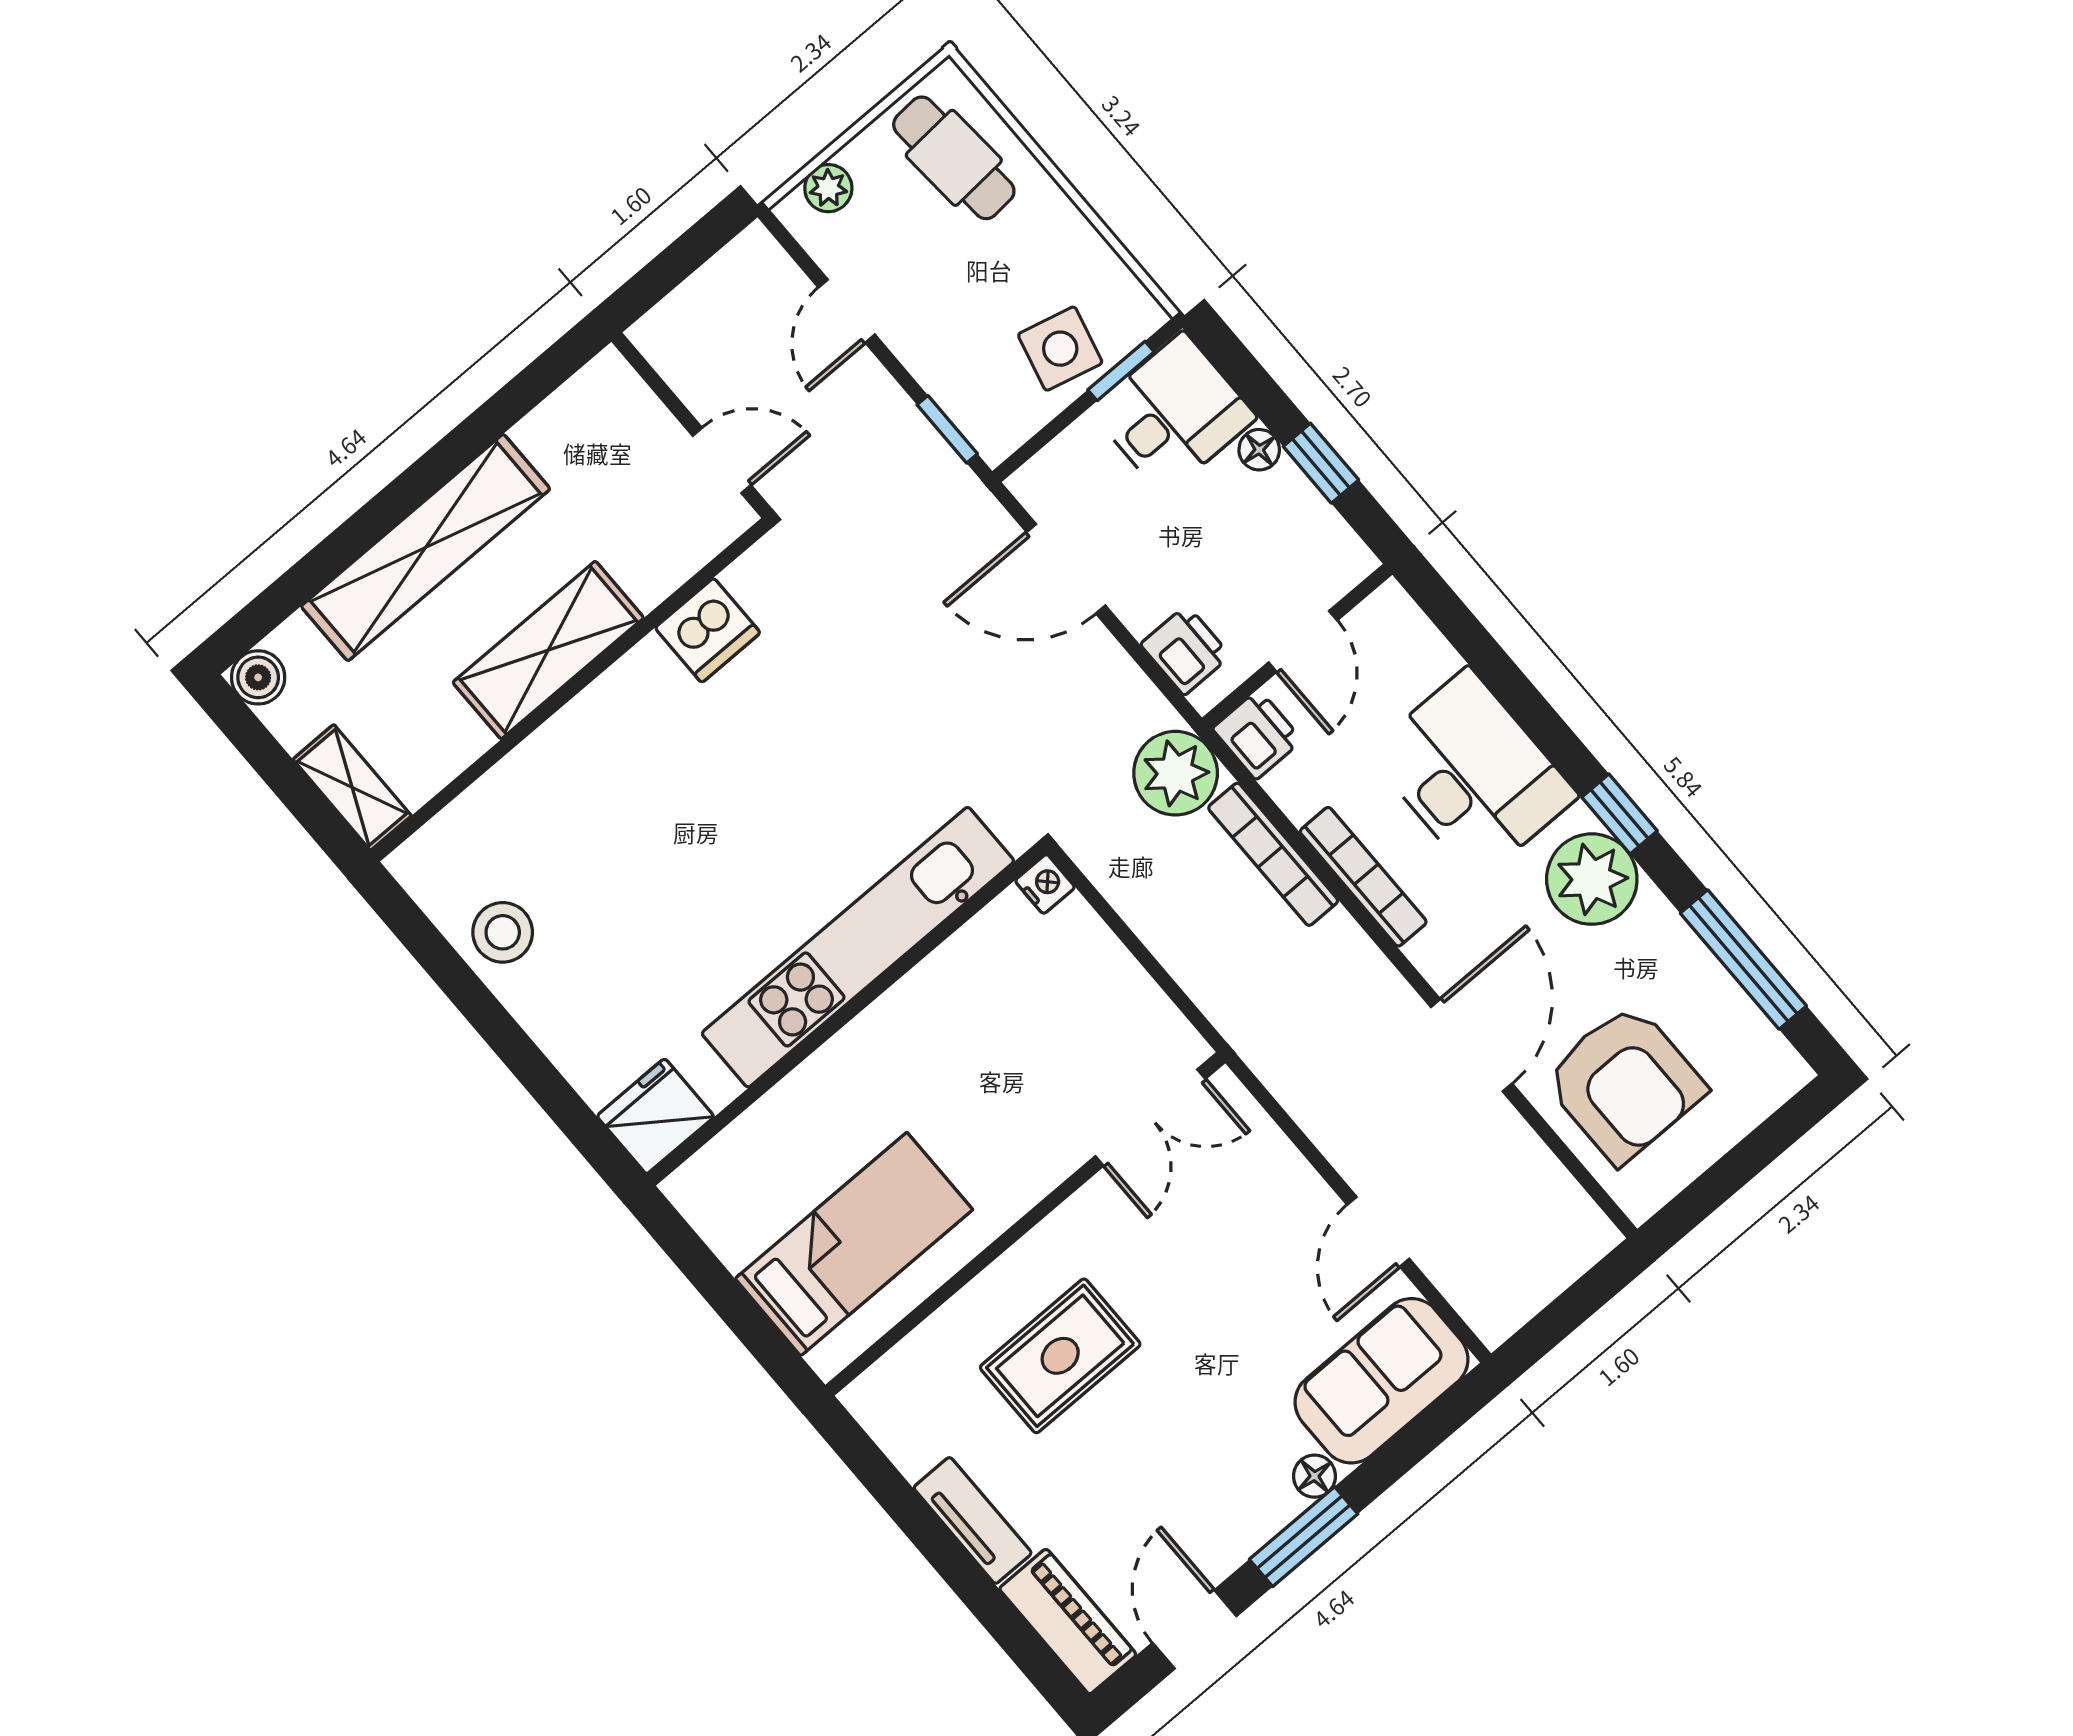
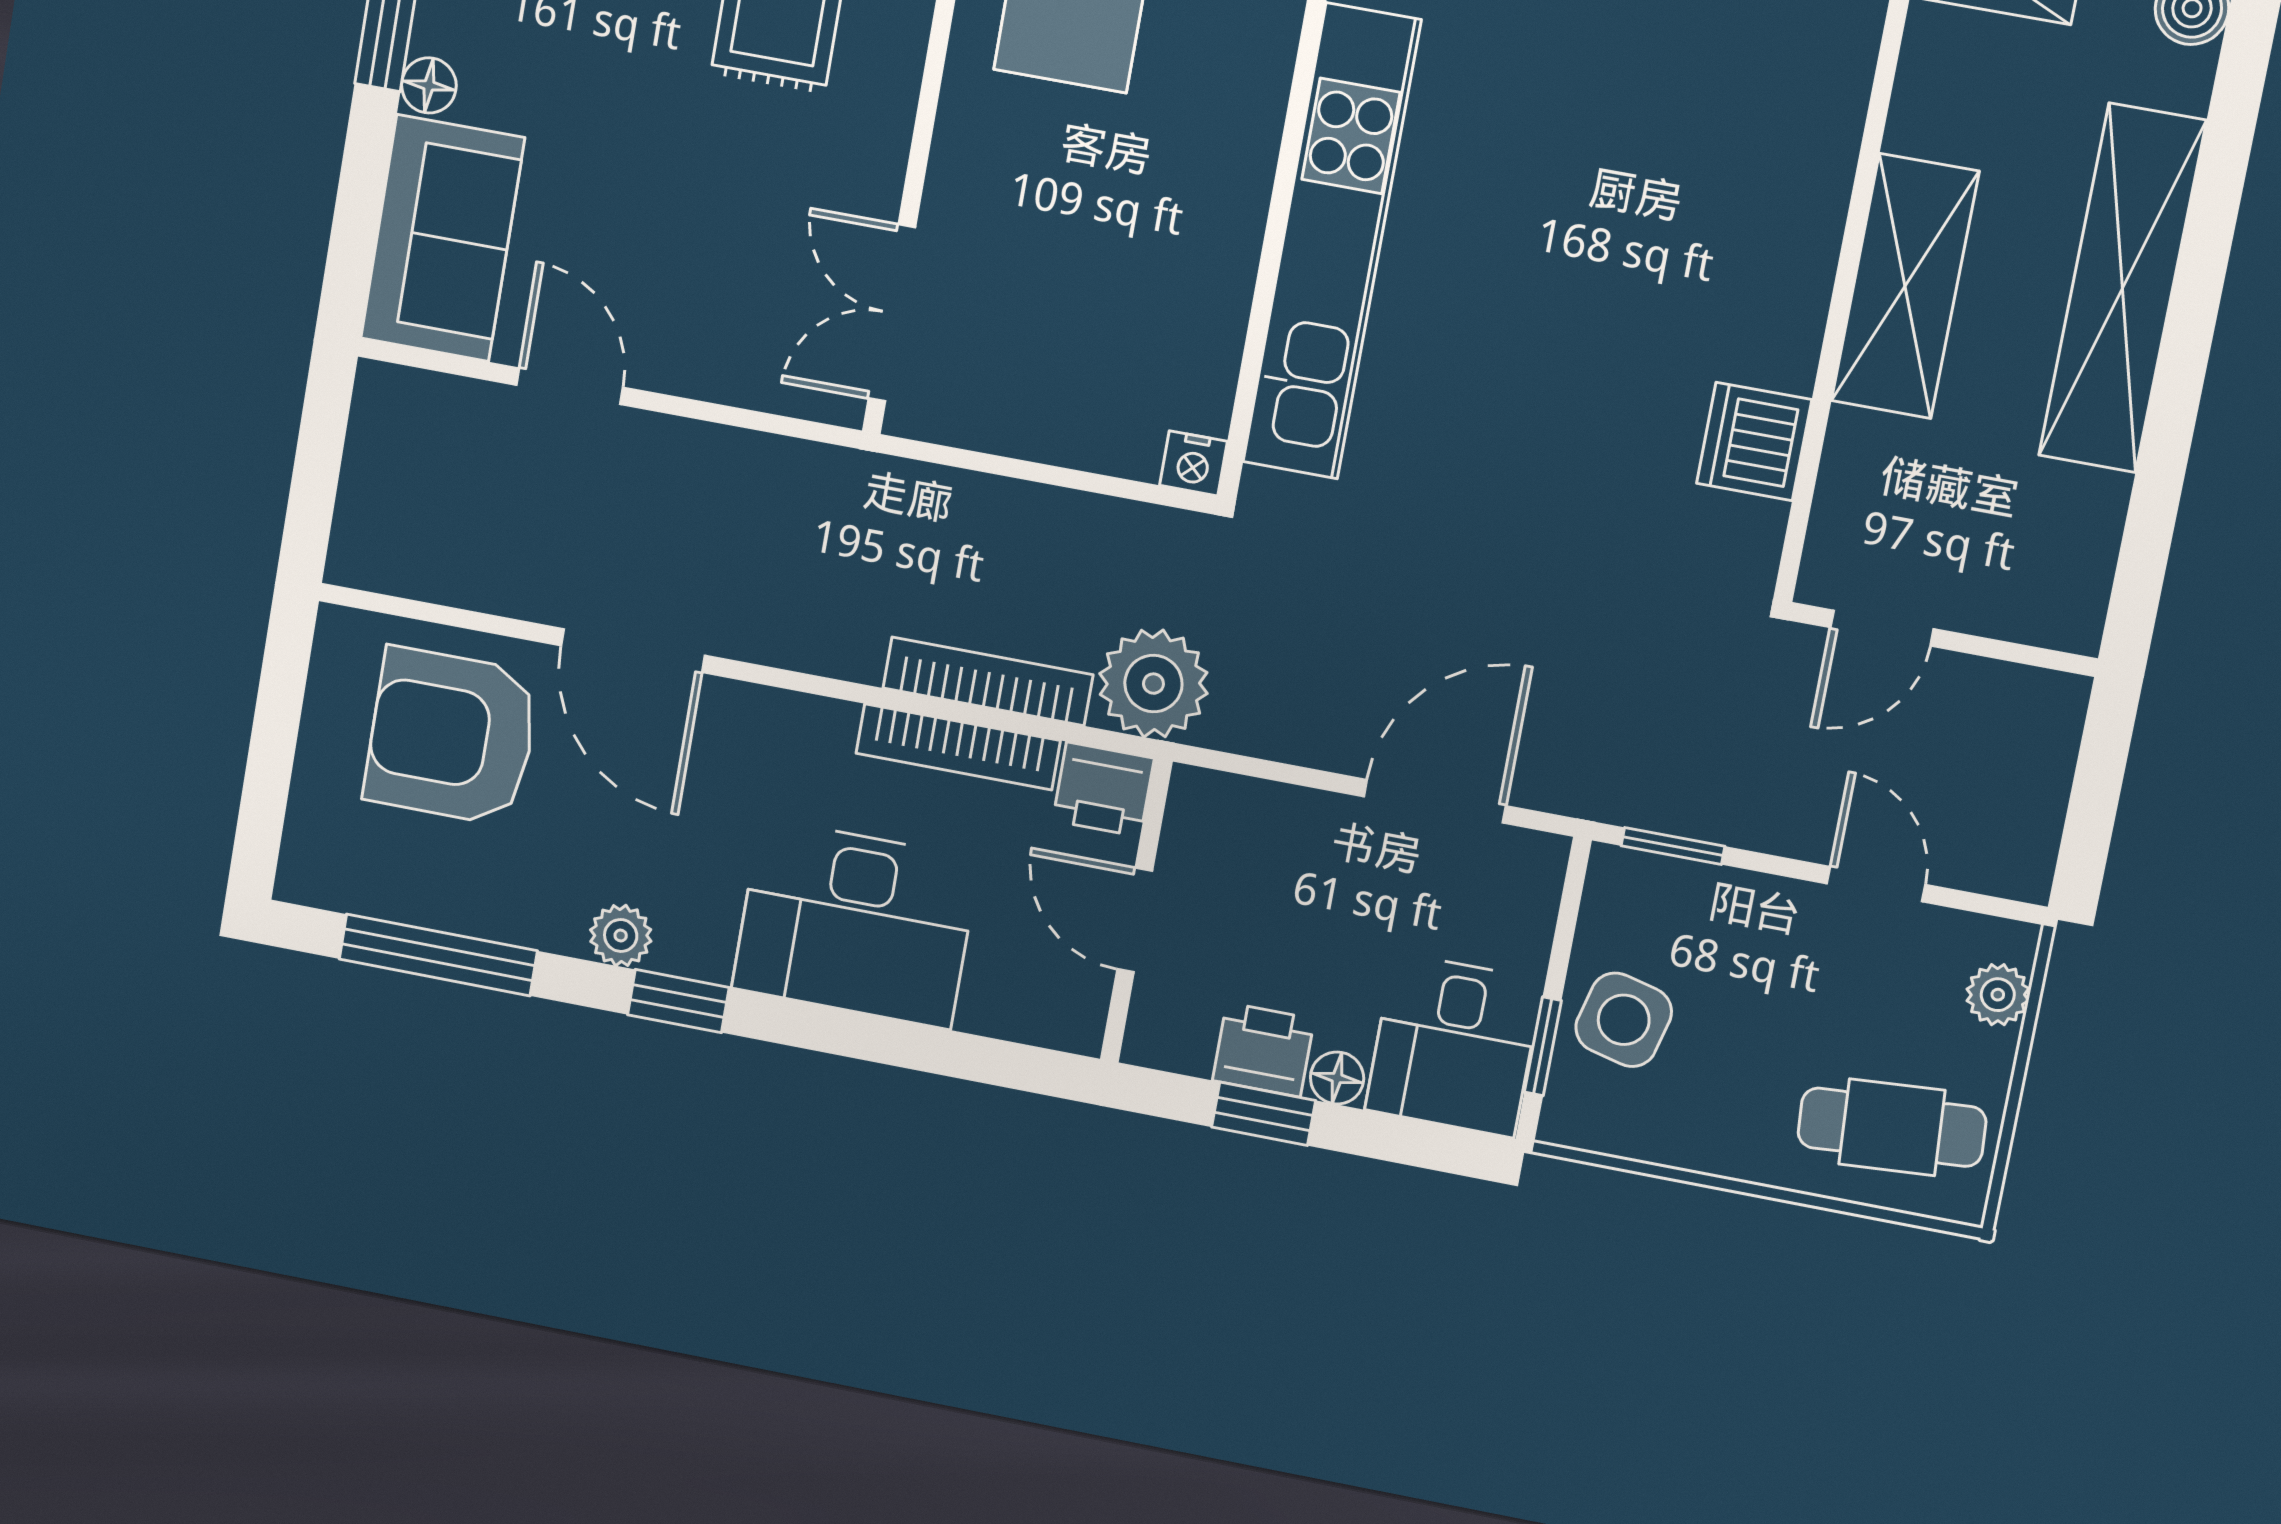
printer: (1185, 650) -> (1263, 1050), moved, turned 180
bookcase: (1363, 877) -> (958, 747), moved
plant: (1592, 879) -> (621, 935), width x0.53, depth x0.53

